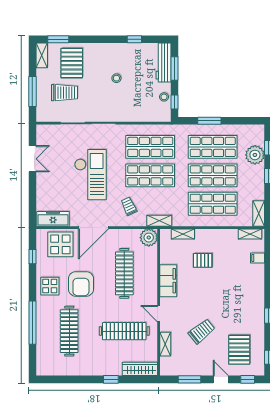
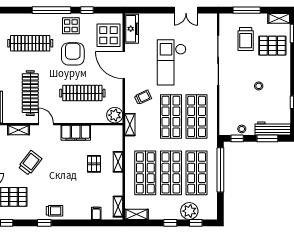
window: (209, 121) -> (220, 170), width x2.11
checkout: (90, 175) -> (172, 62), turned 90
shelving: (183, 234) -> (118, 162), moved
window: (32, 257) -> (87, 10), moved
armchair: (81, 284) -> (73, 54), turned 90
trolley: (255, 304) -> (55, 211), added
door: (159, 314) -> (46, 124), hinge flipped
window: (32, 323) -> (52, 10), moved
trolley: (202, 331) -> (30, 163), turned -103

